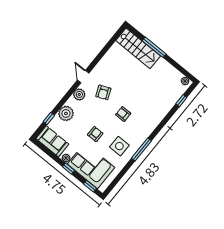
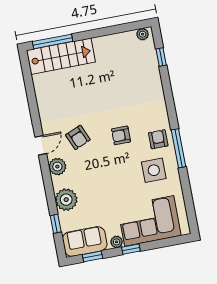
window: (154, 47) -> (53, 41), moved
door: (83, 77) -> (41, 145), swing flipped
armchair: (95, 134) -> (158, 139), moved
window: (90, 186) -> (93, 256), moved

